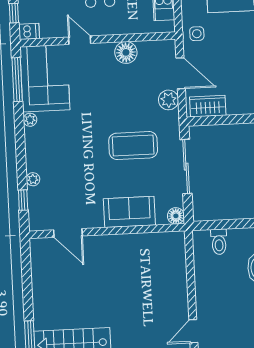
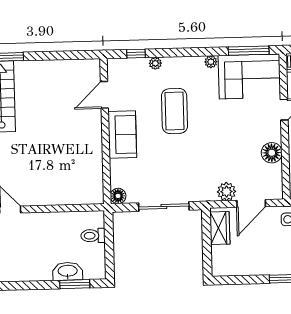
coffee table: (133, 146) -> (174, 111), moved
sofa: (129, 212) -> (122, 135), moved

